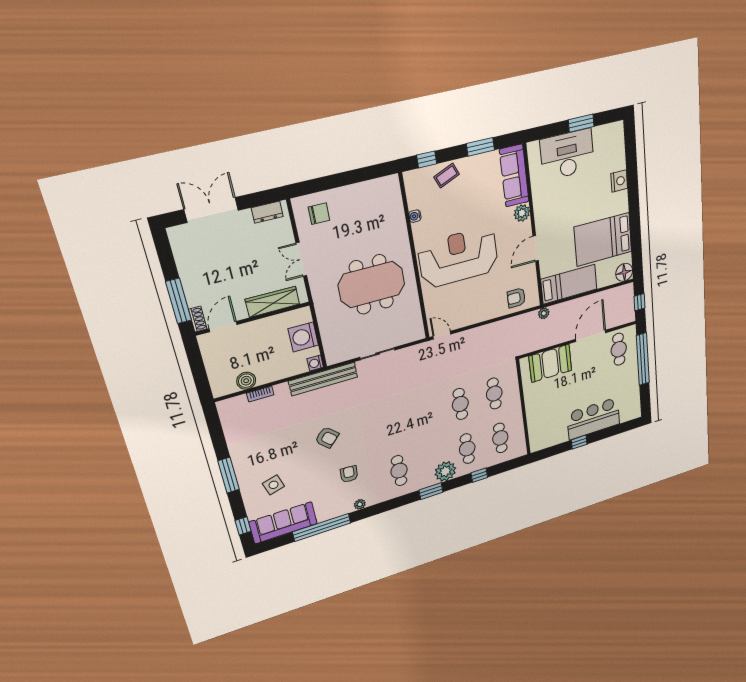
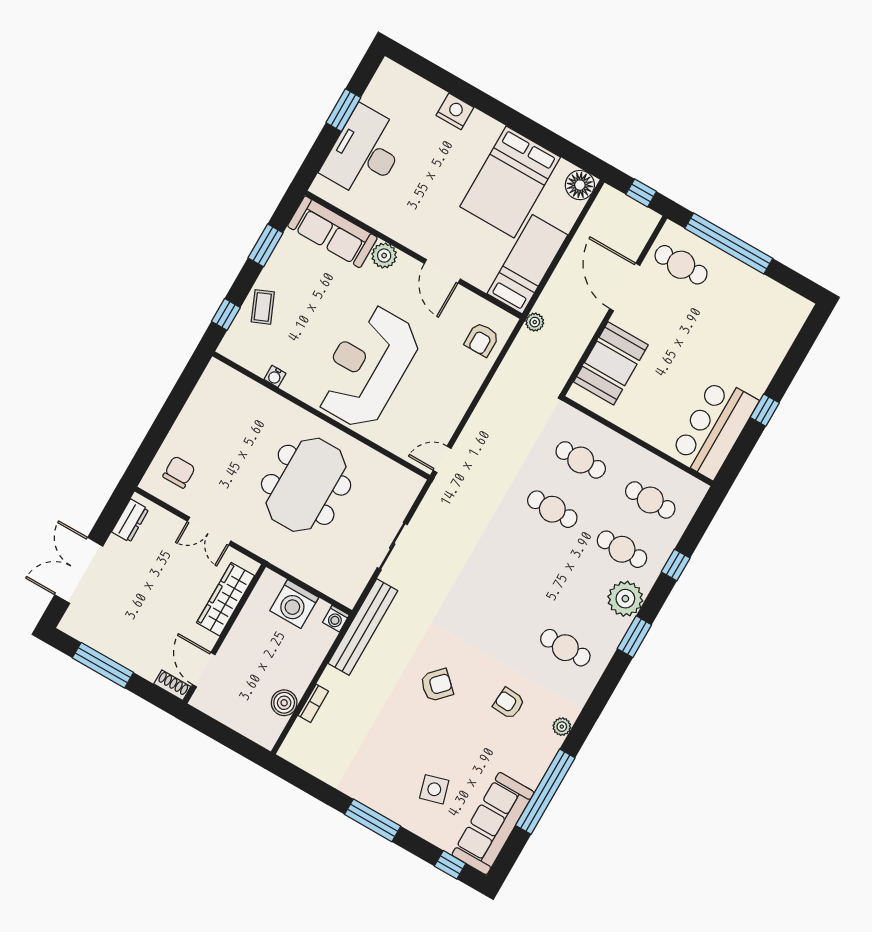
window: (179, 301) -> (103, 665), moved
bar counter: (593, 419) -> (714, 428), moved

